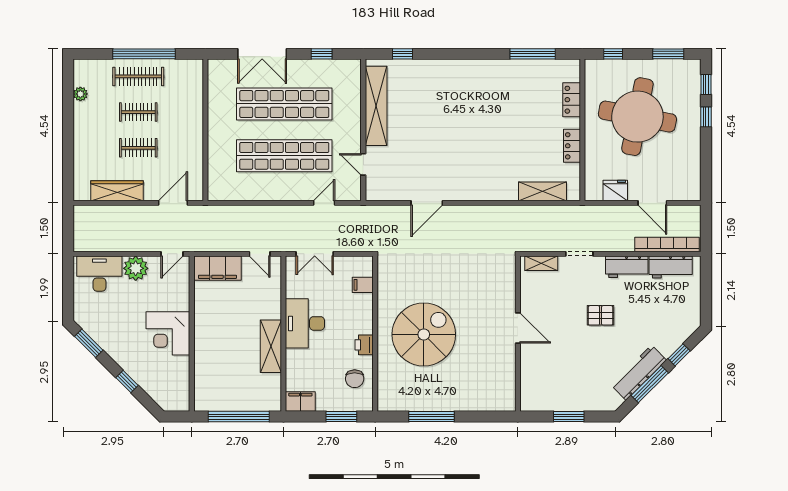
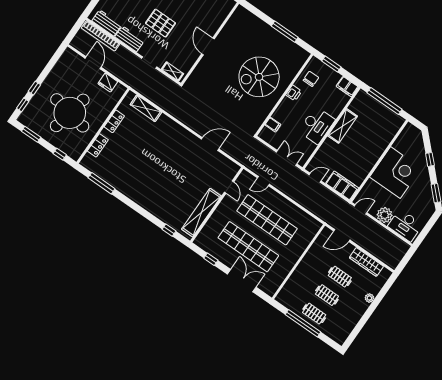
clothes rail: (138, 76) -> (314, 314), width x0.73
plant: (80, 94) -> (369, 298), moved
door: (260, 254) -> (315, 178), hinge flipped
pallet: (601, 315) -> (161, 23), width x1.50, depth x1.42
corner desk: (168, 333) -> (395, 173), width x1.36, depth x1.36

